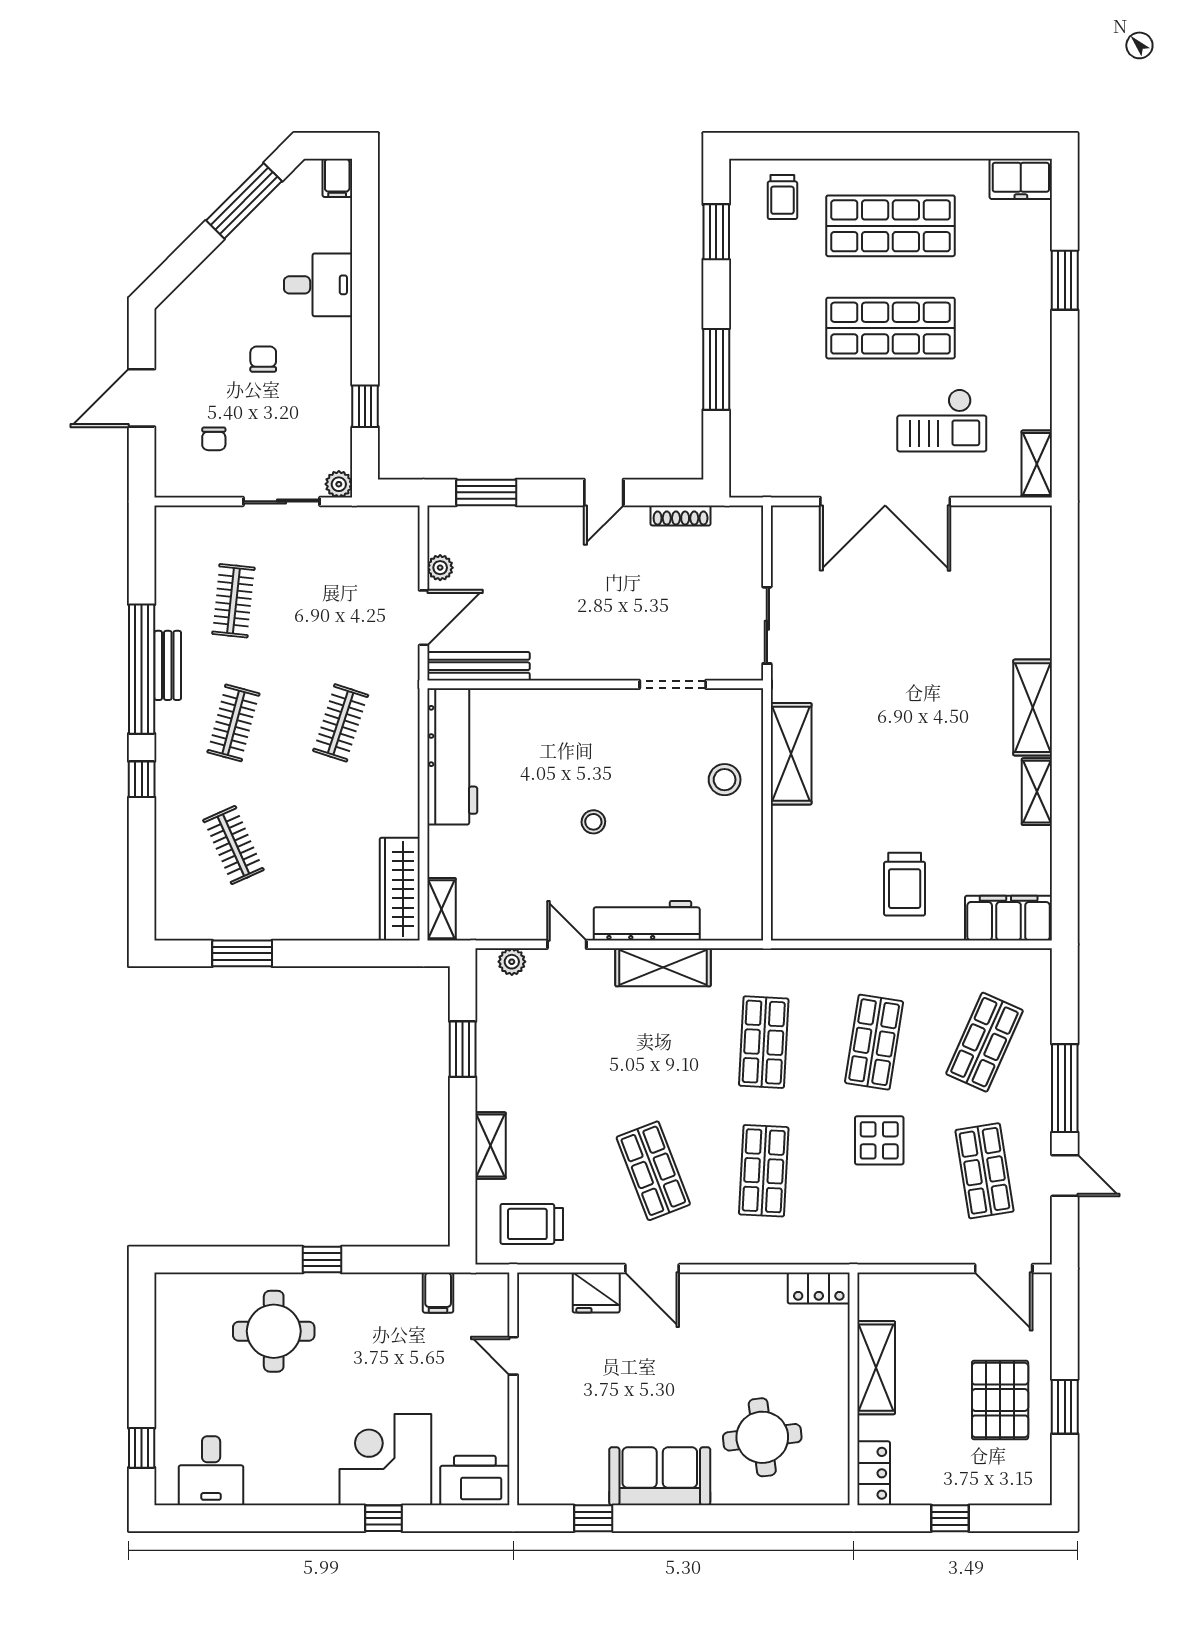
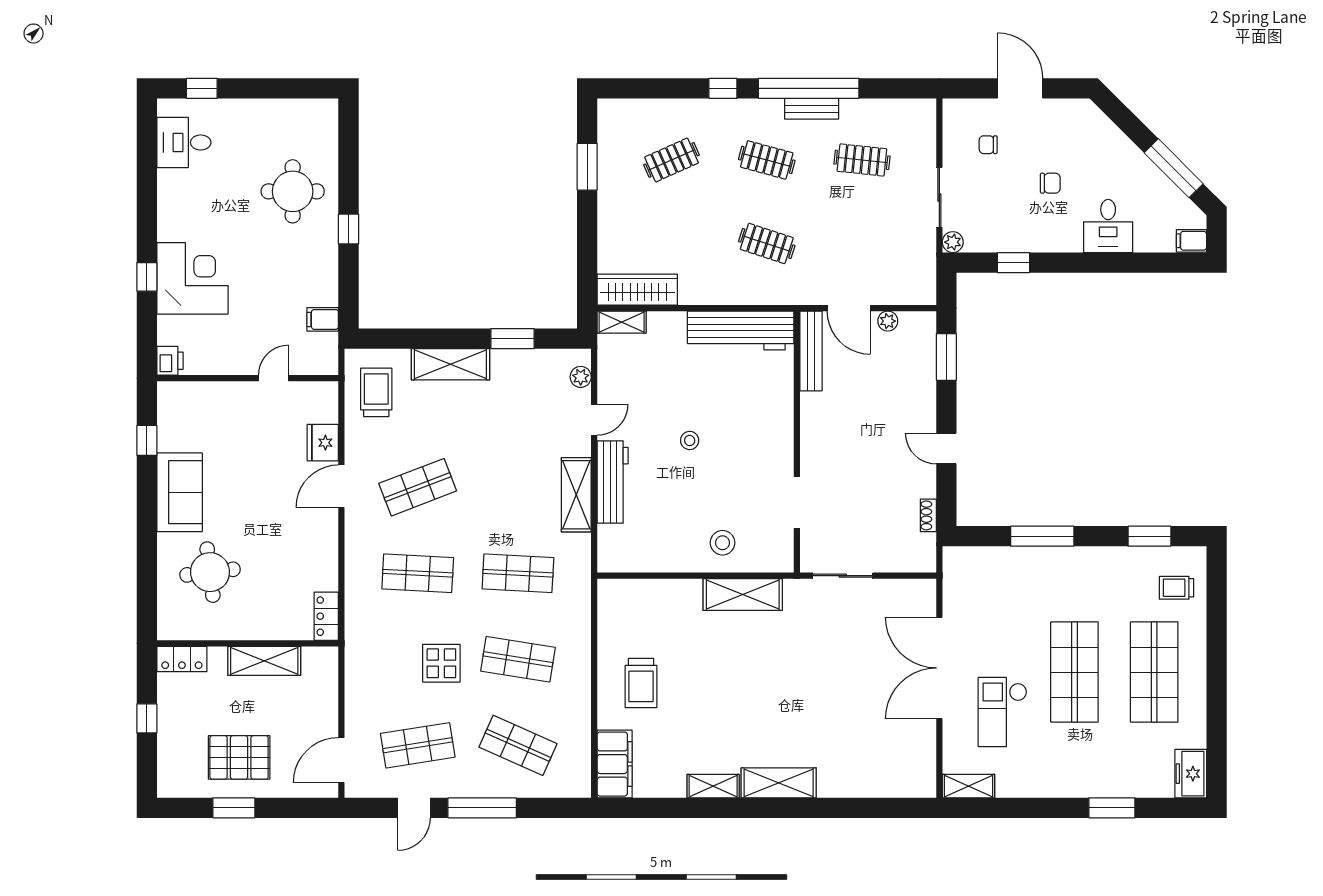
shoe rack: (681, 515) -> (928, 515), width x0.70
trolley: (905, 884) -> (641, 683), turned -90
shelving: (491, 1146) -> (450, 364), width x1.50, depth x1.33
printer: (475, 1481) -> (170, 361), width x0.53, depth x0.68

